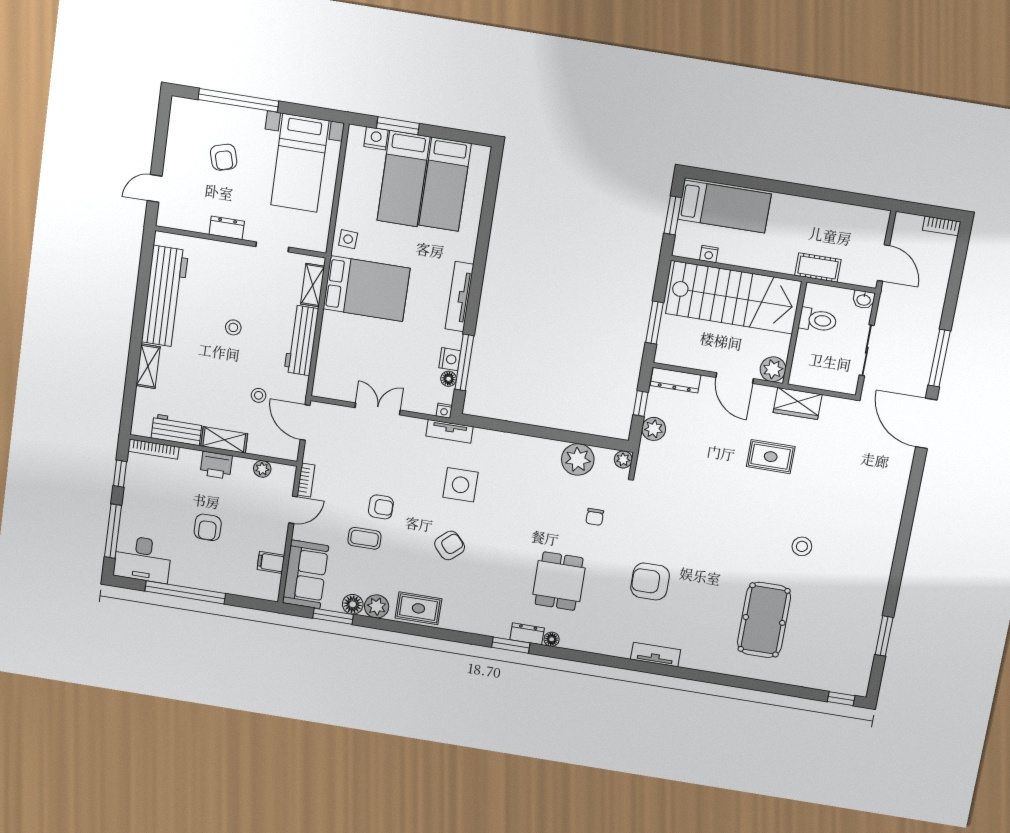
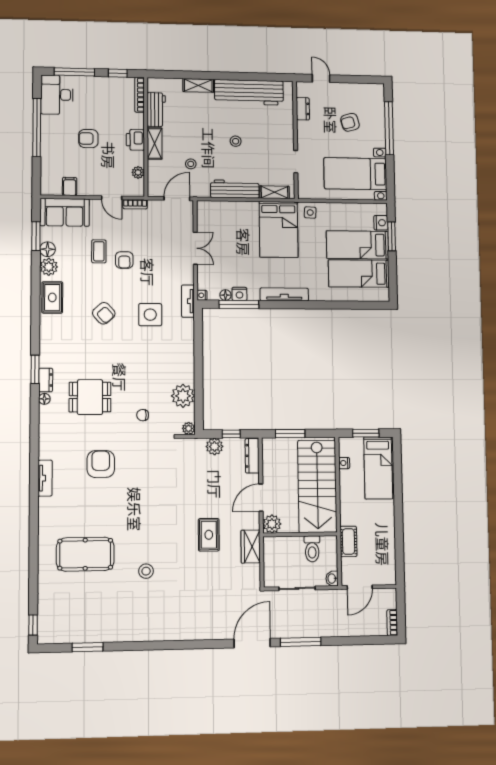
dresser: (227, 228) -> (303, 109), moved

